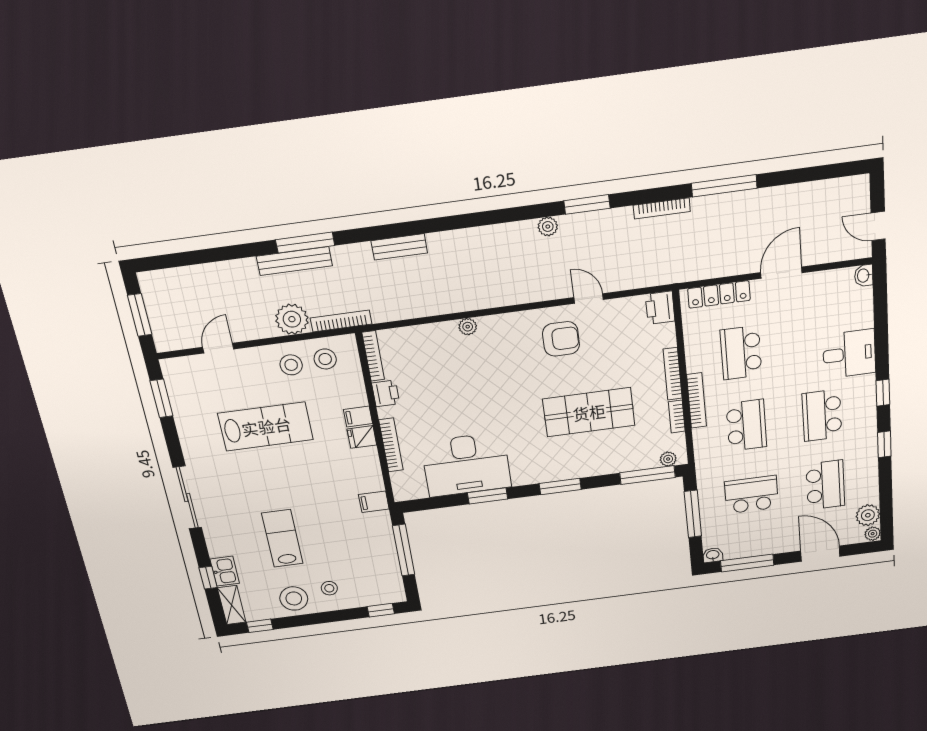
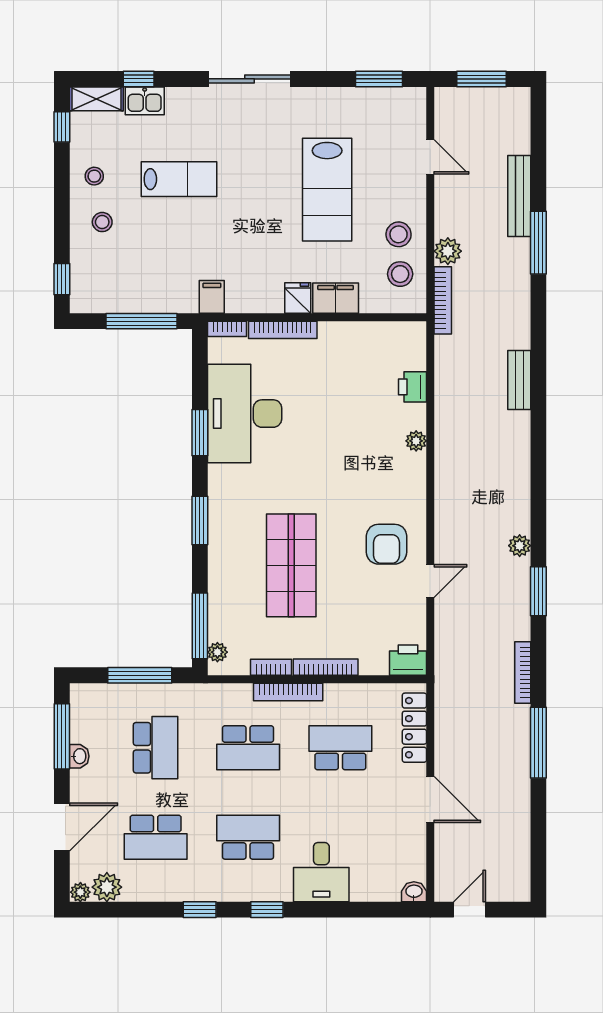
window: (305, 243) -> (538, 243), moved
bench: (294, 261) -> (519, 196), moved
plant: (292, 319) -> (448, 251), width x0.73, depth x0.73
bookcase: (373, 356) -> (227, 329), moved, width x0.64
printer: (386, 393) -> (413, 387), moved, turned 90
filing cabinet: (358, 417) -> (336, 298), width x2.00
washbasin: (713, 555) -> (79, 756), moved
stool: (294, 598) -> (94, 176), width x0.53, depth x0.53

